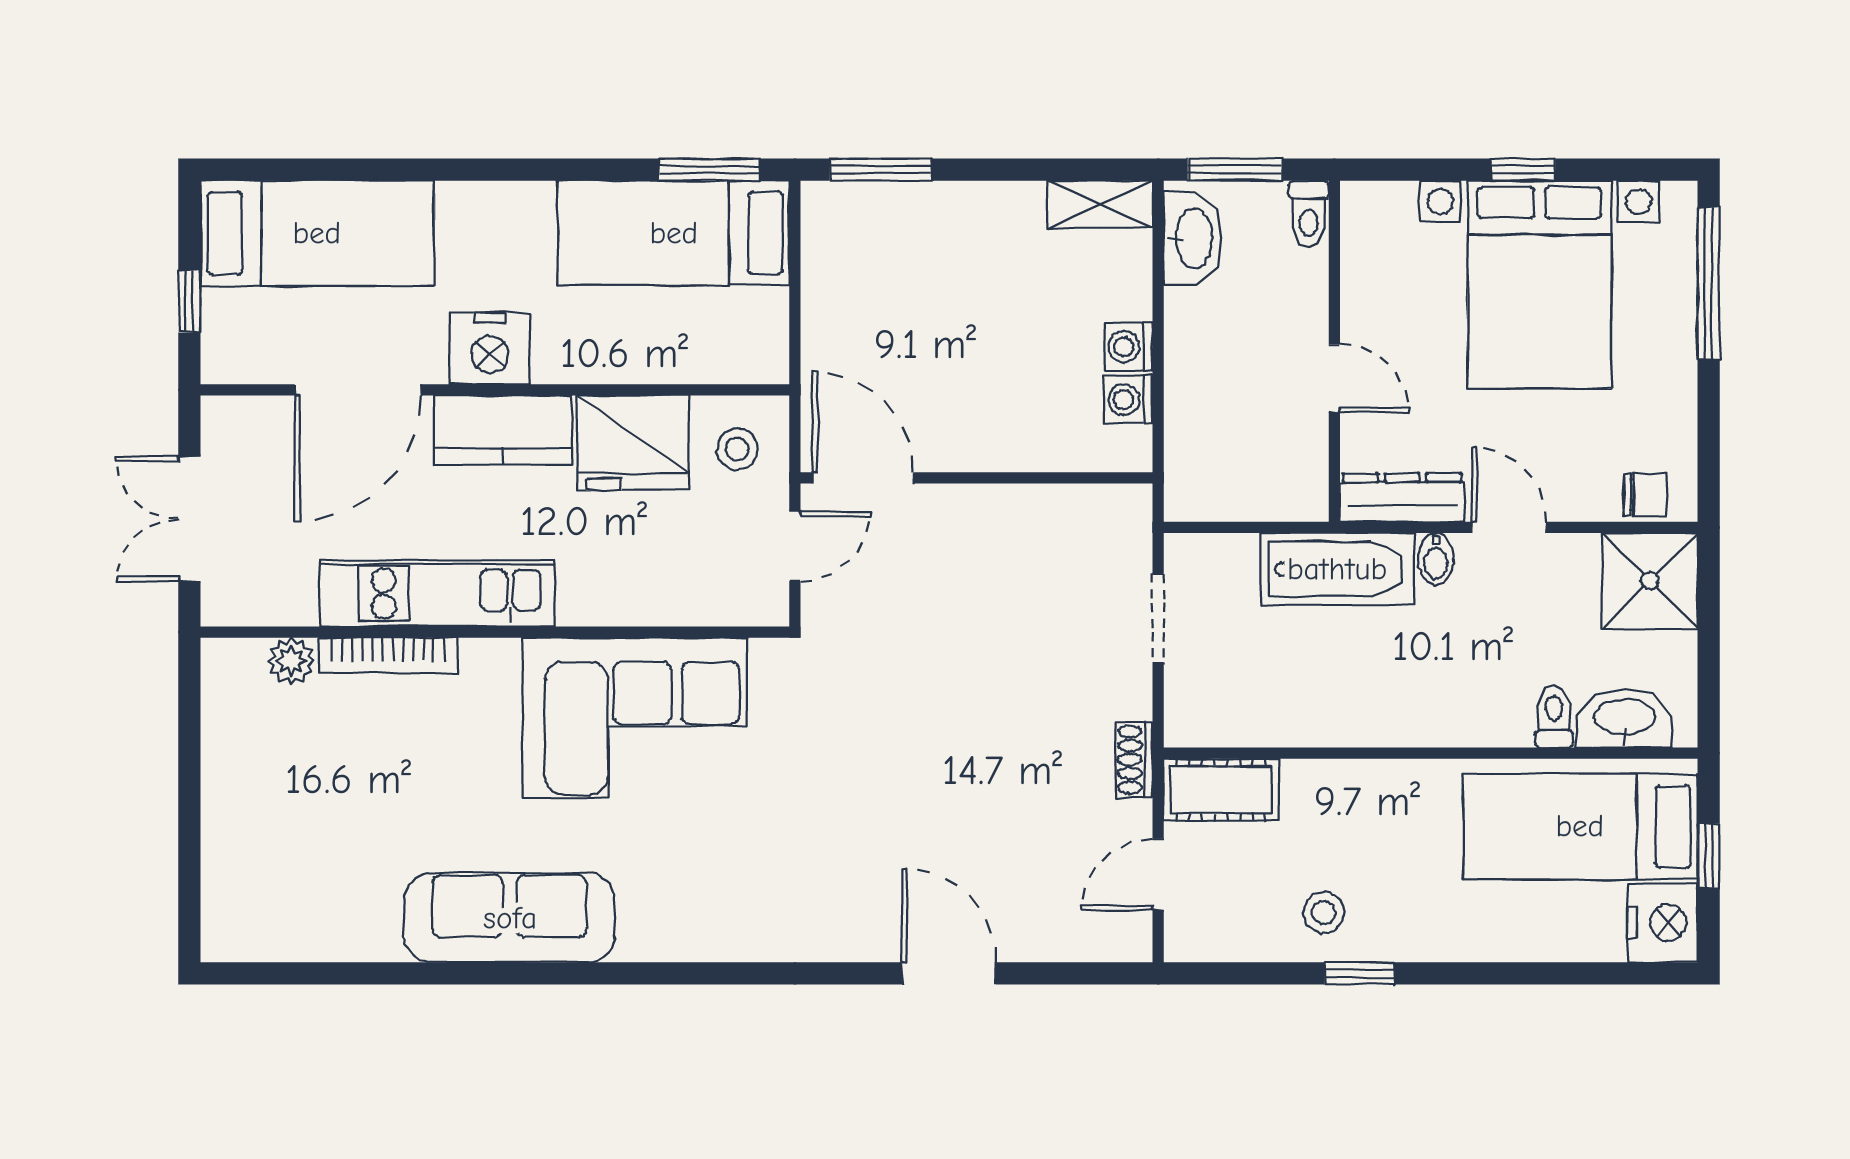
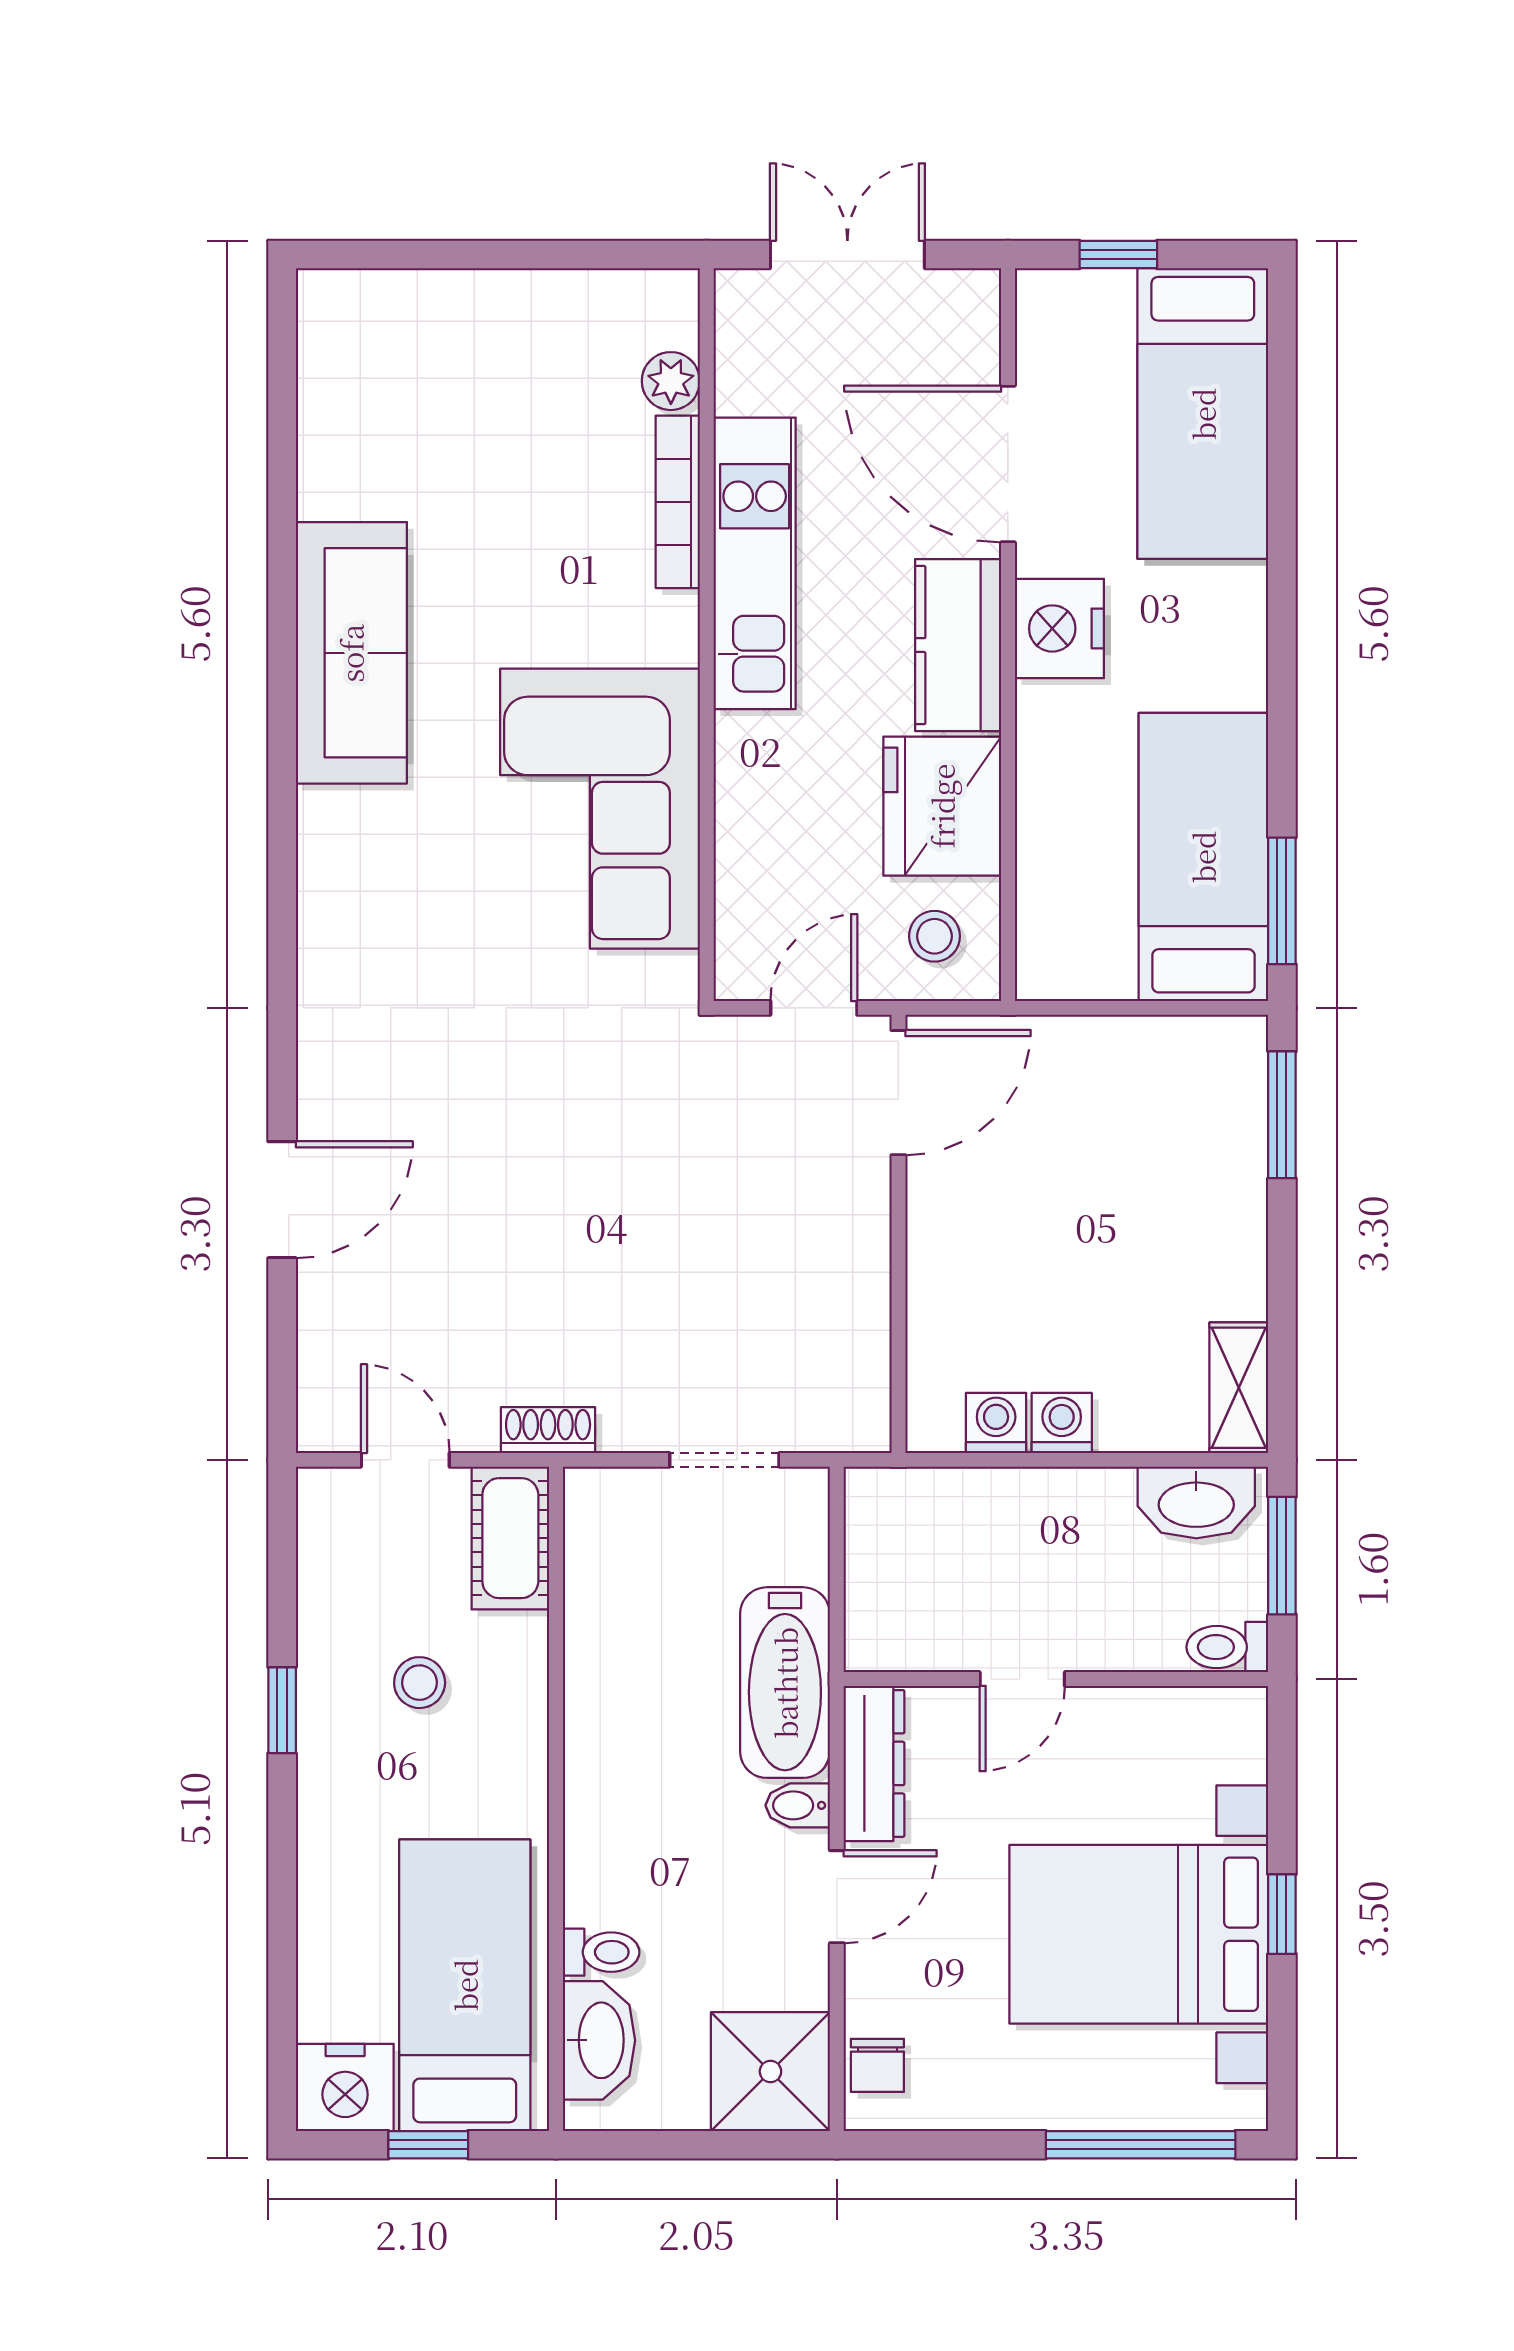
door: (795, 546) -> (814, 1008), swing flipped
stool: (1324, 912) -> (420, 1683), moved

